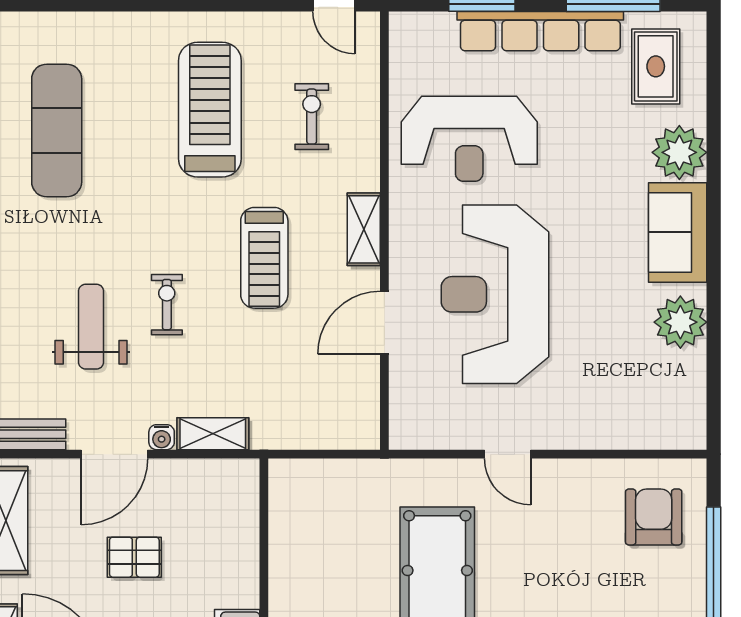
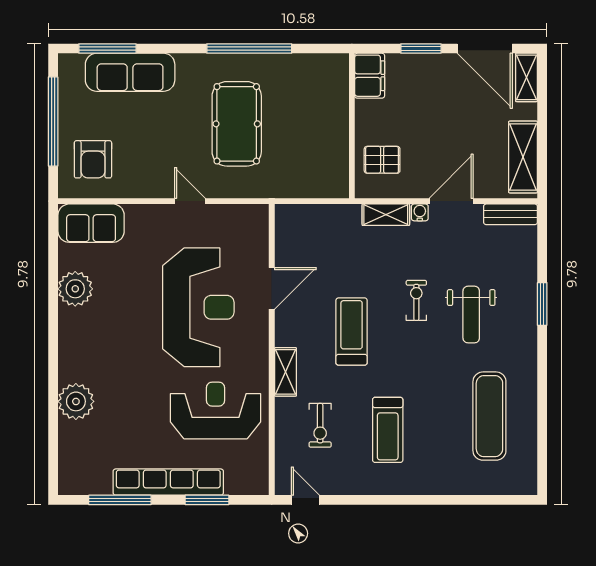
rug: (656, 66) -> (92, 459), removed
treadmill: (210, 110) -> (388, 430), width x0.73, depth x0.73
shelving: (364, 229) -> (285, 372), moved
sofa: (678, 232) -> (91, 223), moved, turned 90
exercise bike: (167, 305) -> (416, 300), turned 180
weight bench: (91, 327) -> (471, 315), moved
pallet: (134, 557) -> (382, 160), moved

